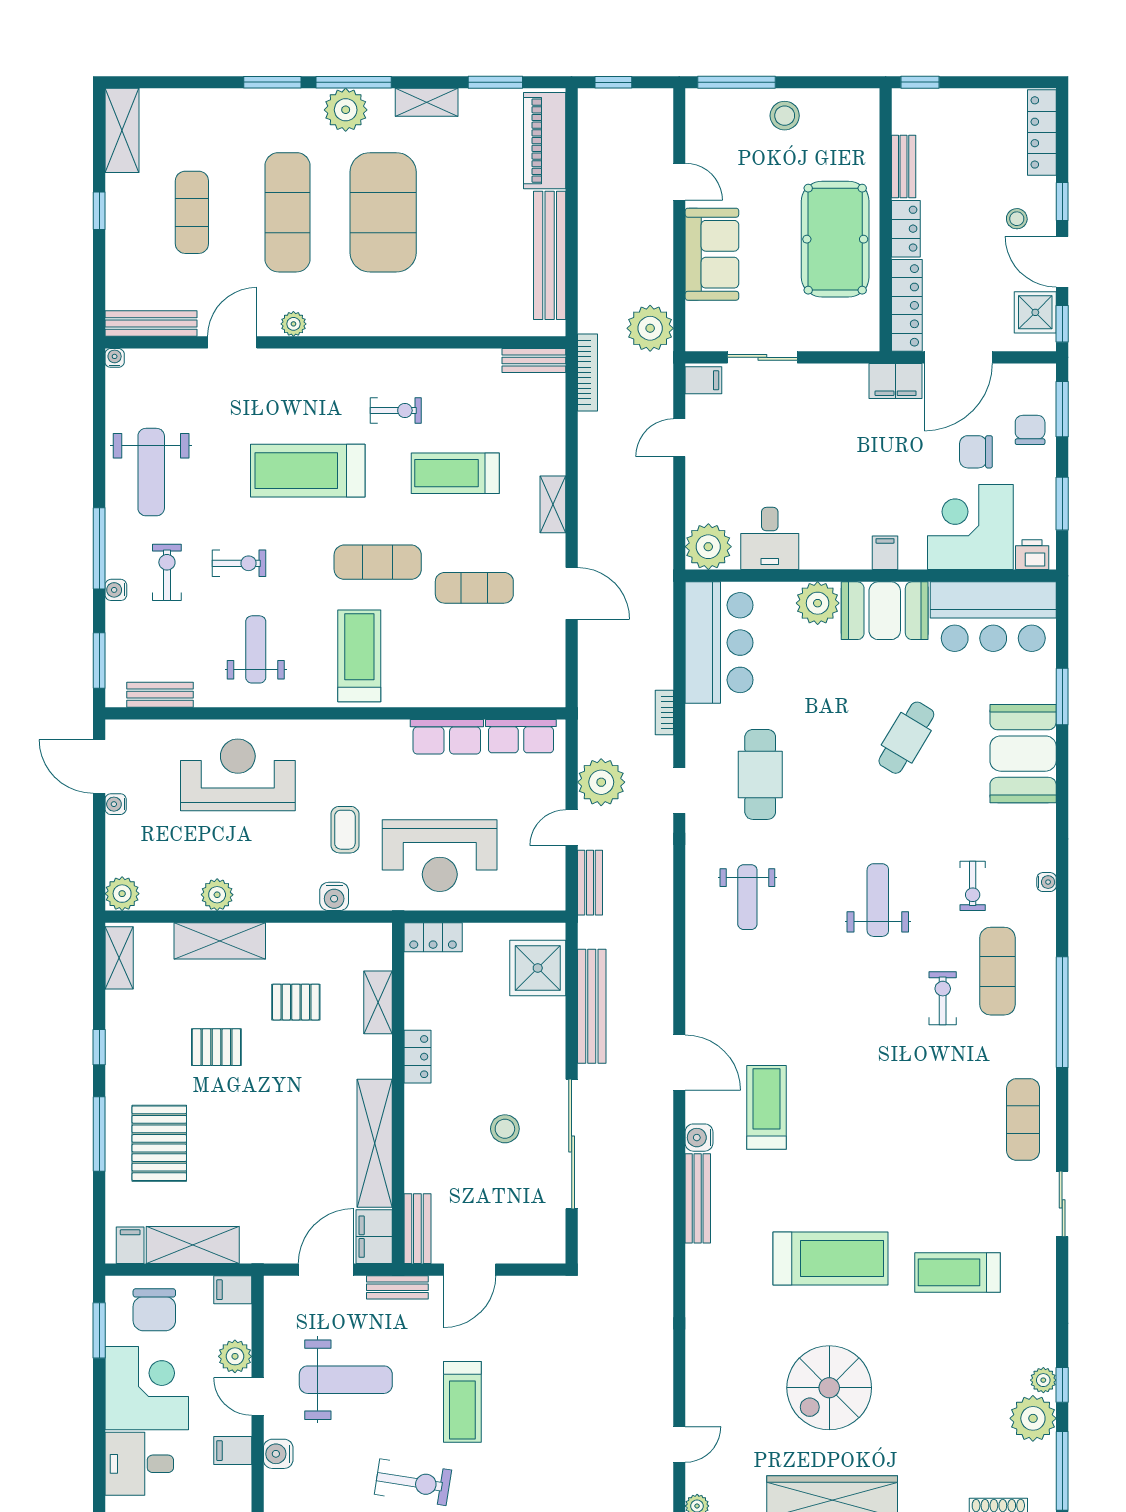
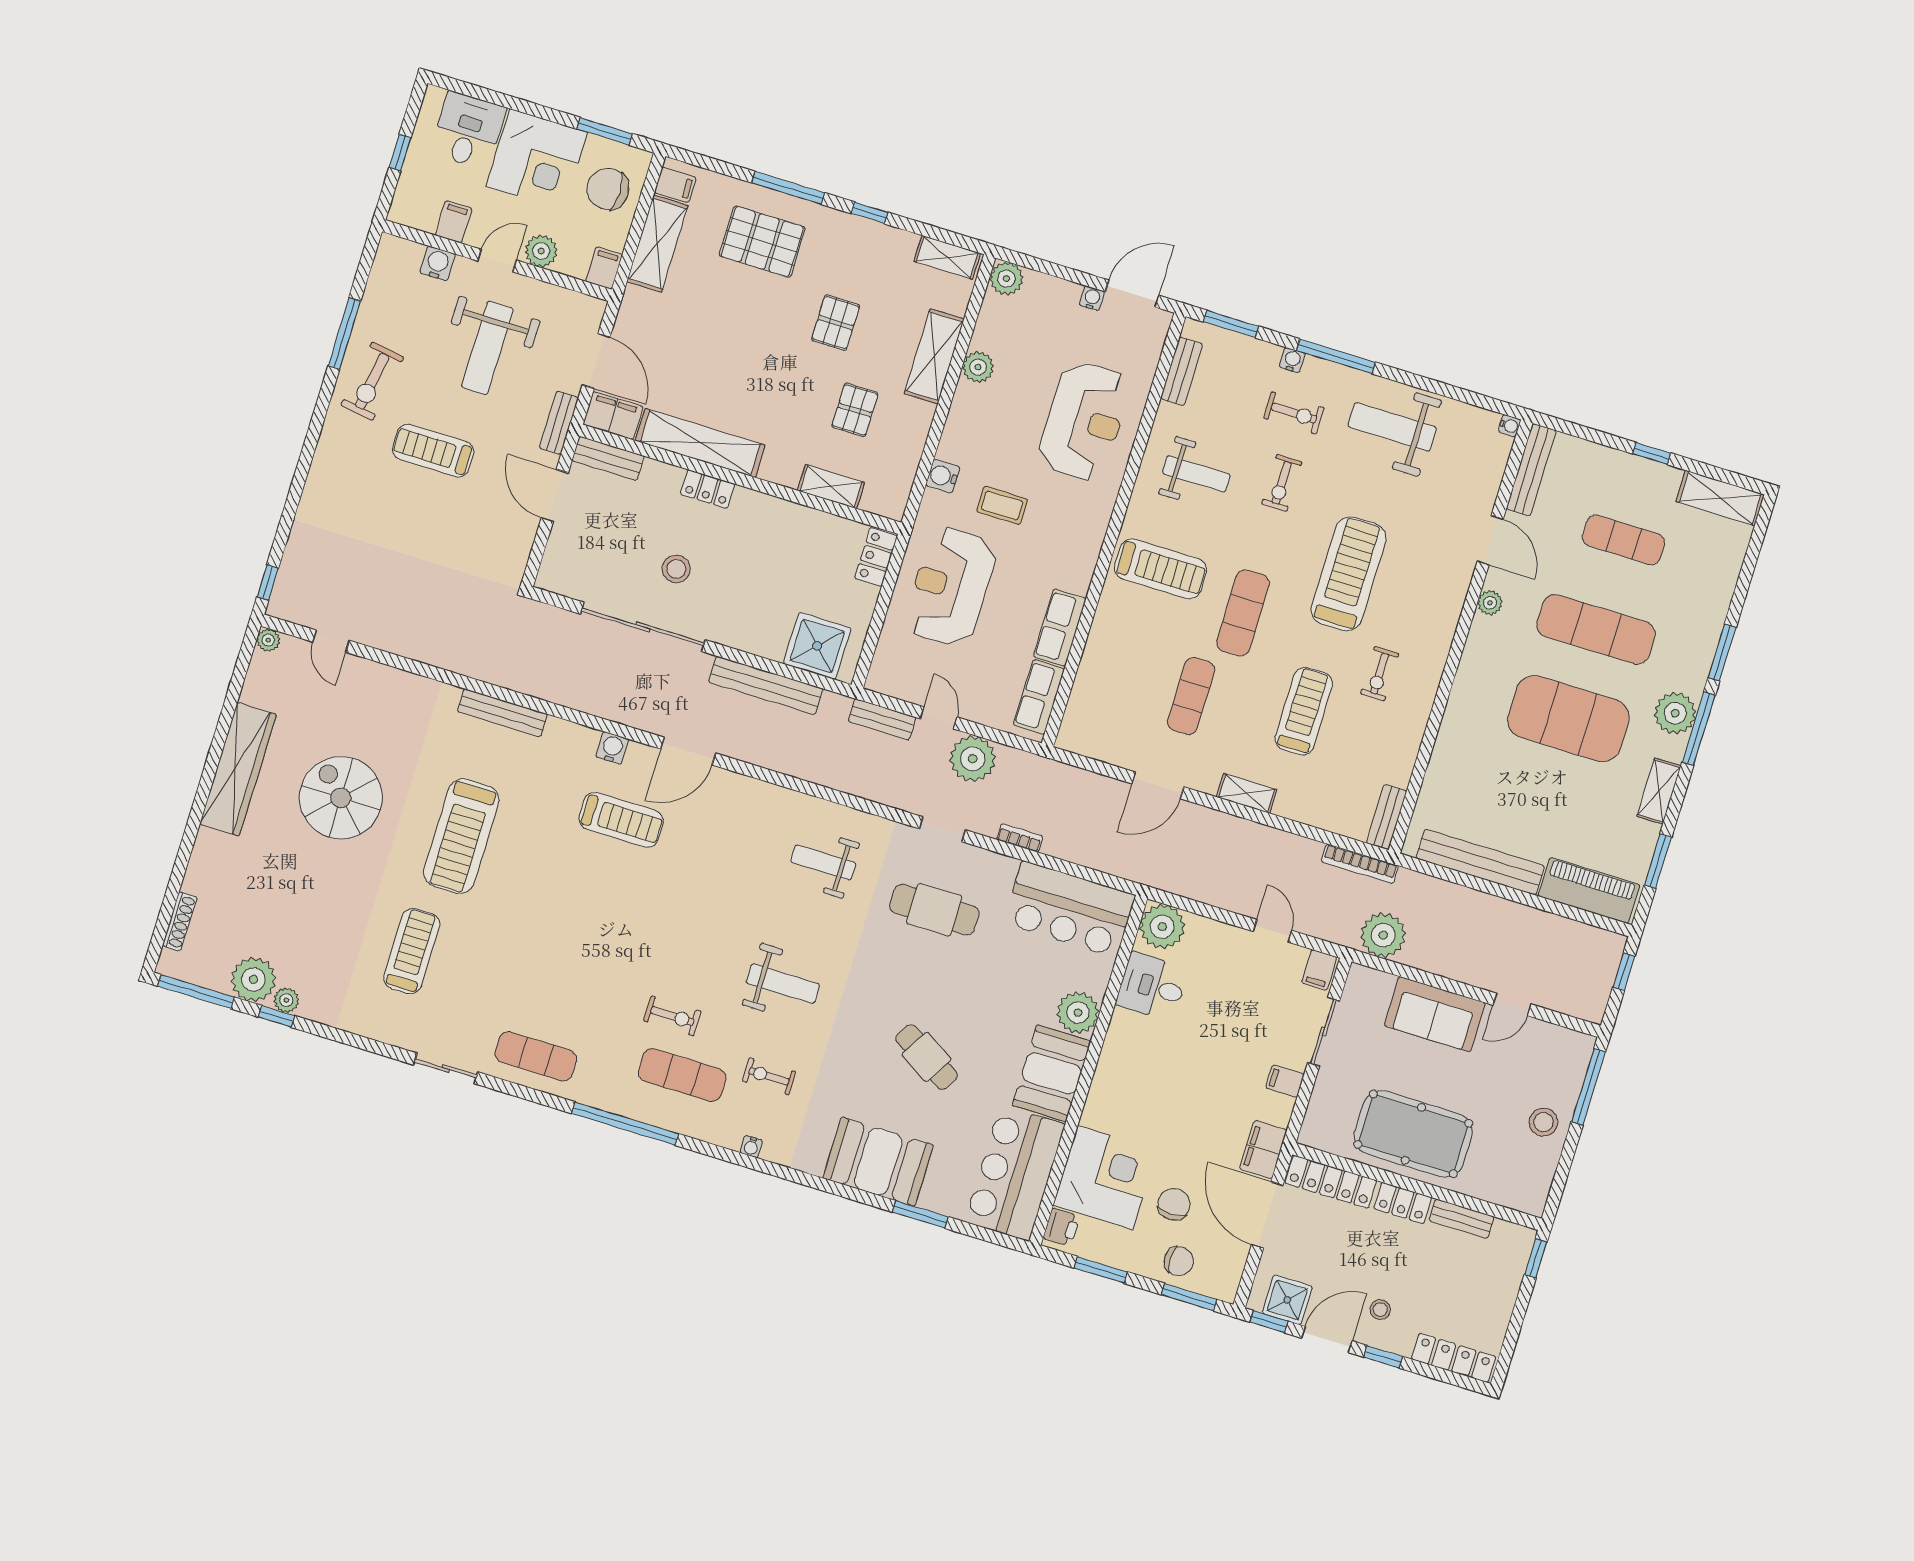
filing cabinet: (885, 553) -> (1285, 1081), moved, turned 180
locker: (417, 1057) -> (708, 489), moved
bench: (698, 1198) -> (502, 713), moved

